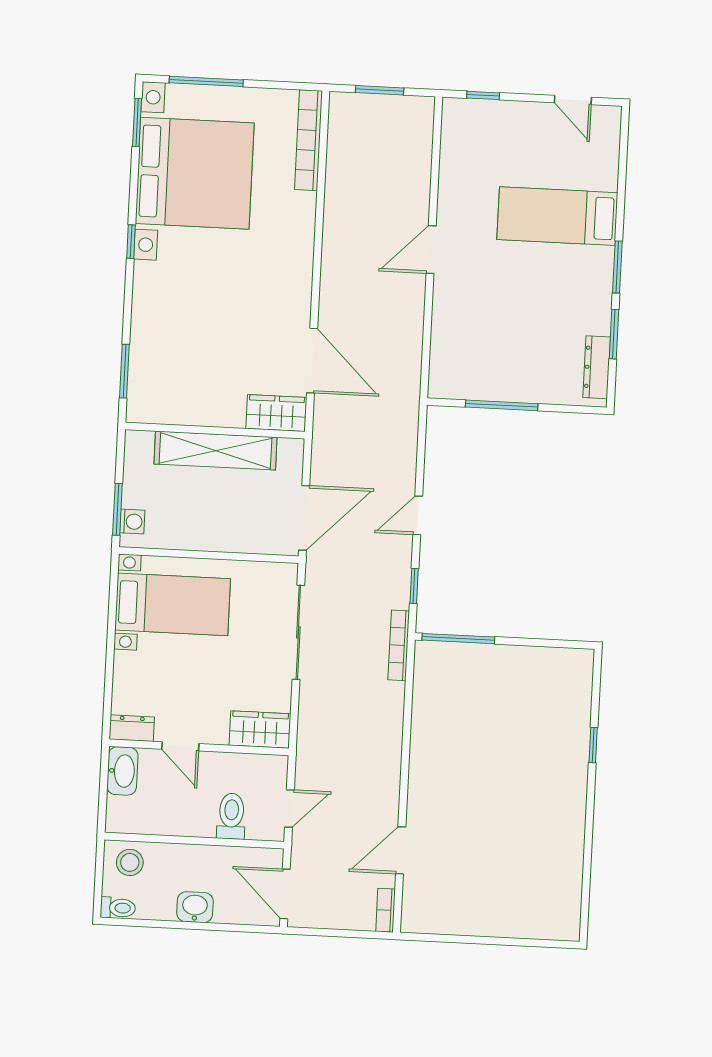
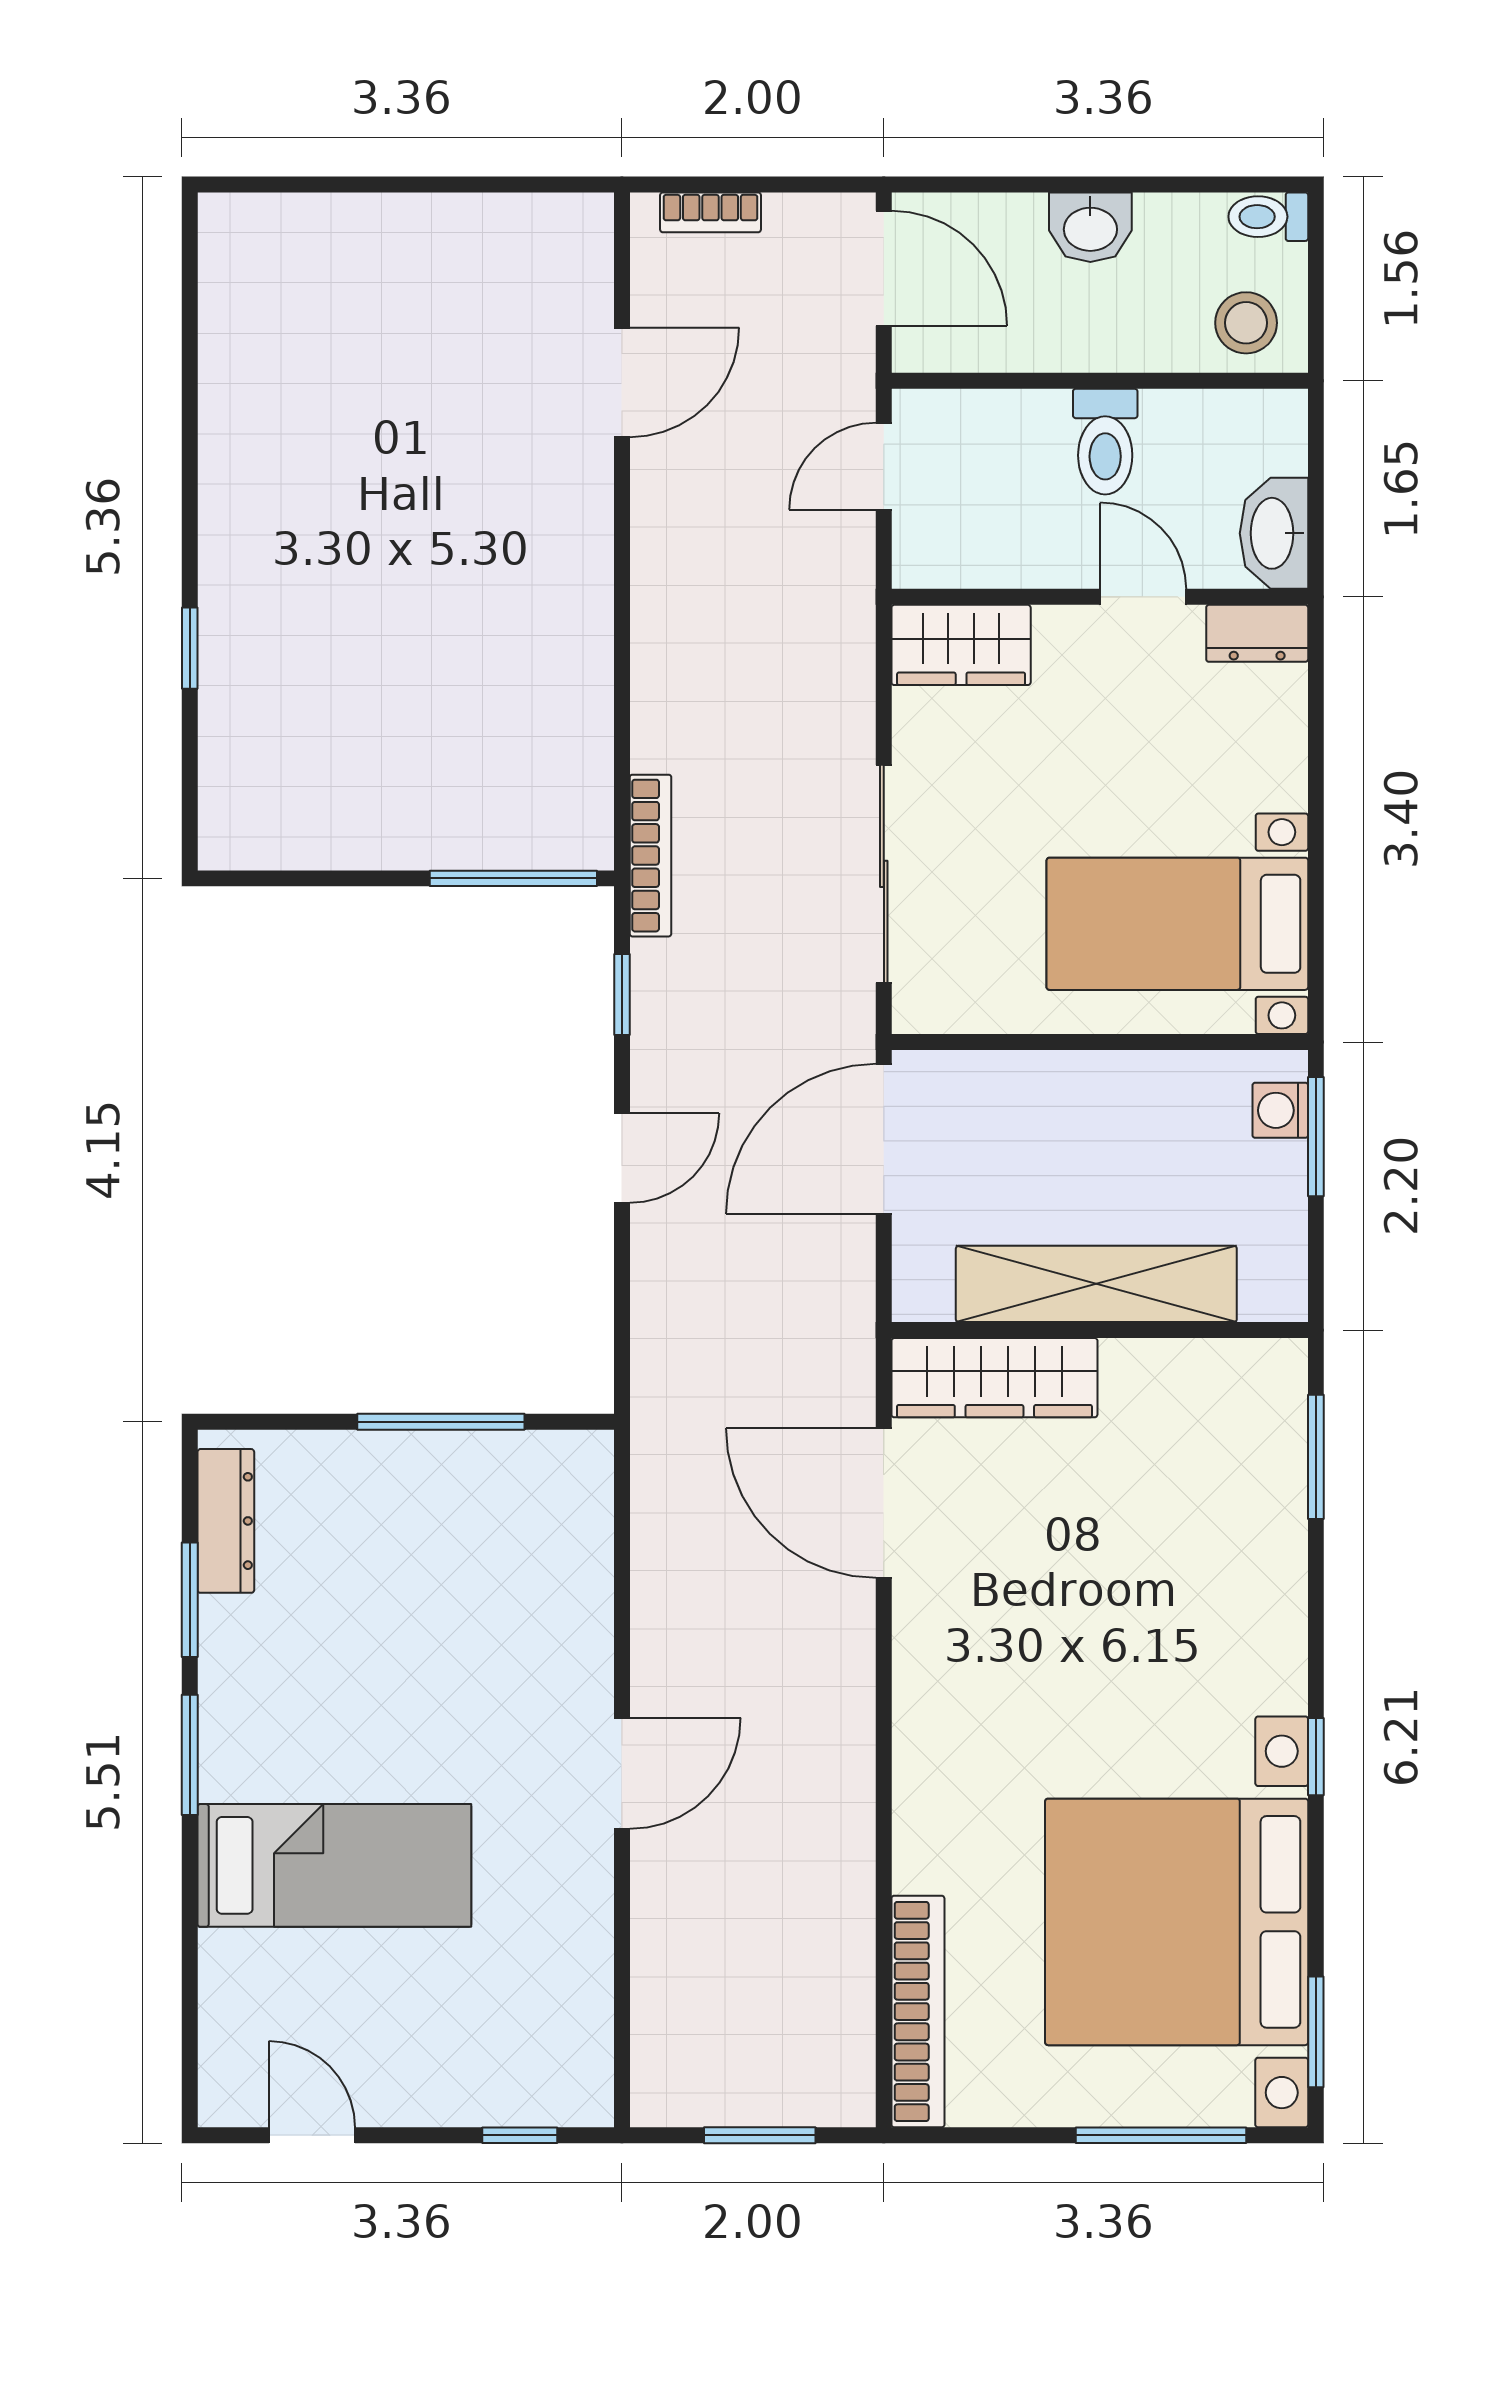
wardrobe: (276, 413) -> (994, 1378), width x1.50
toilet: (231, 816) -> (1105, 442), moved
bookcase: (386, 910) -> (710, 212), moved, turned 90

